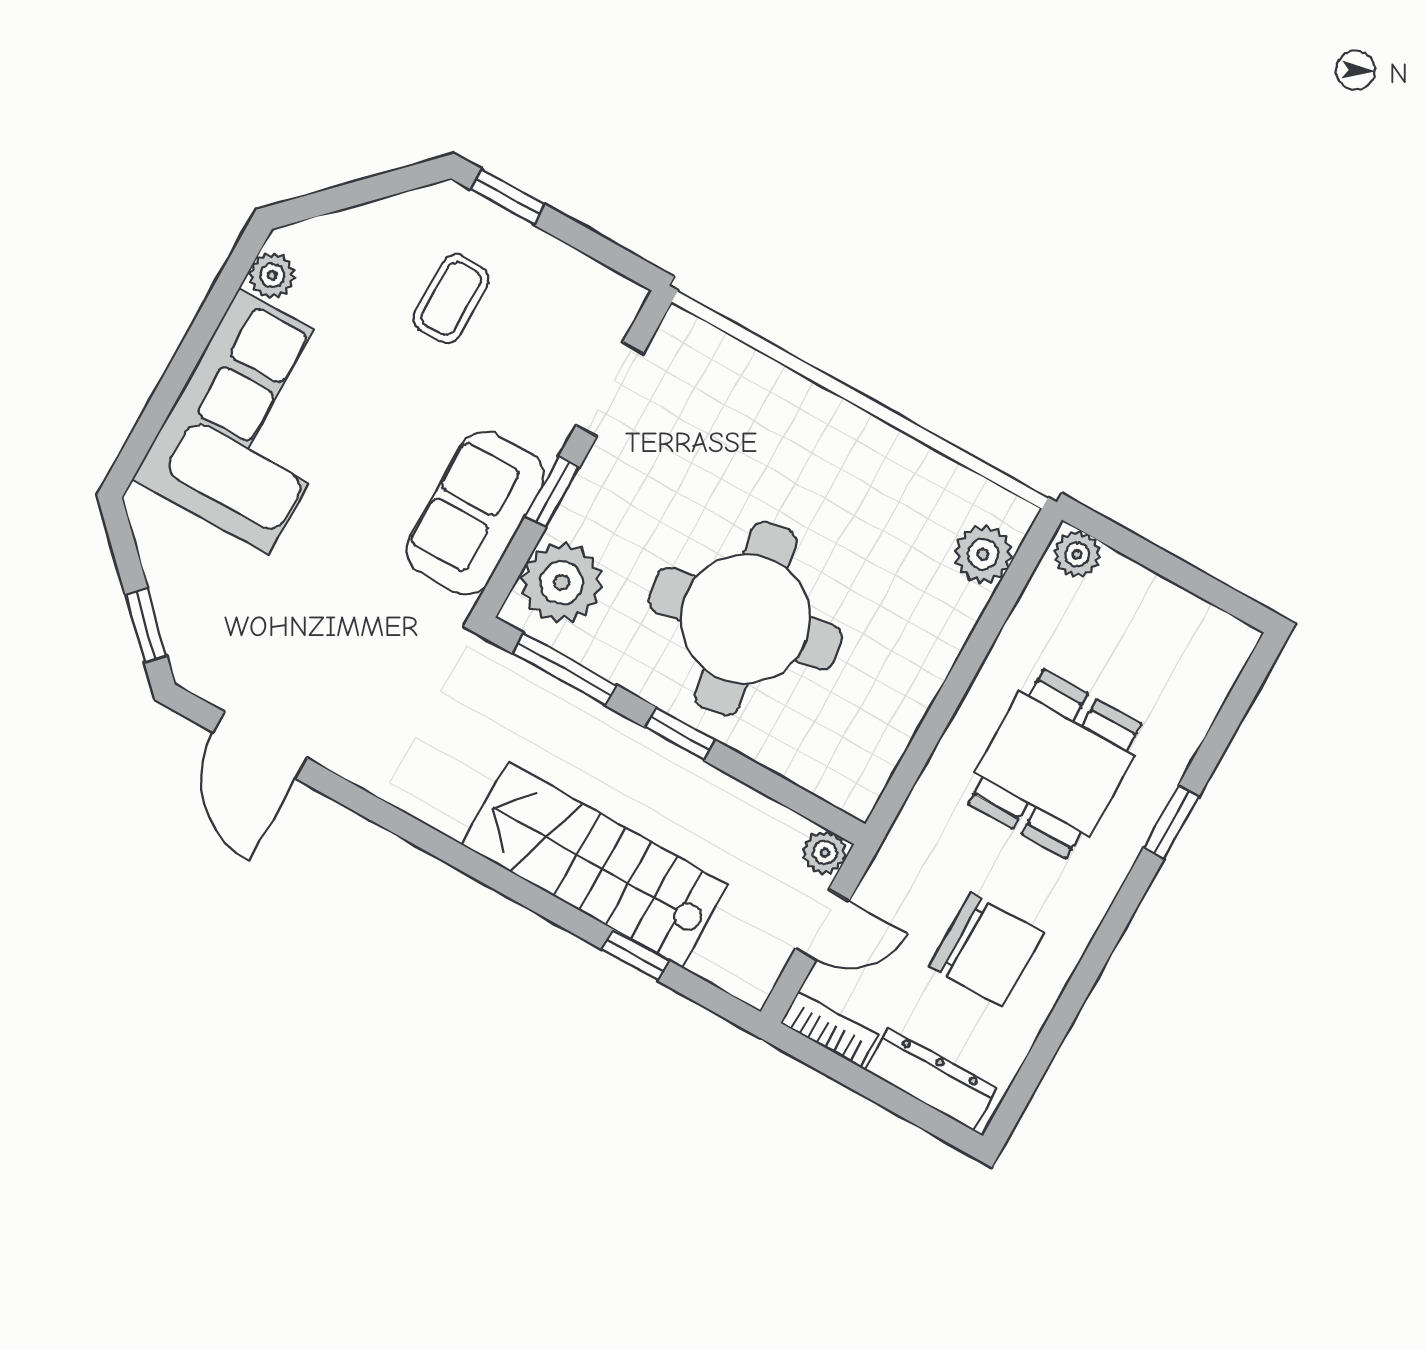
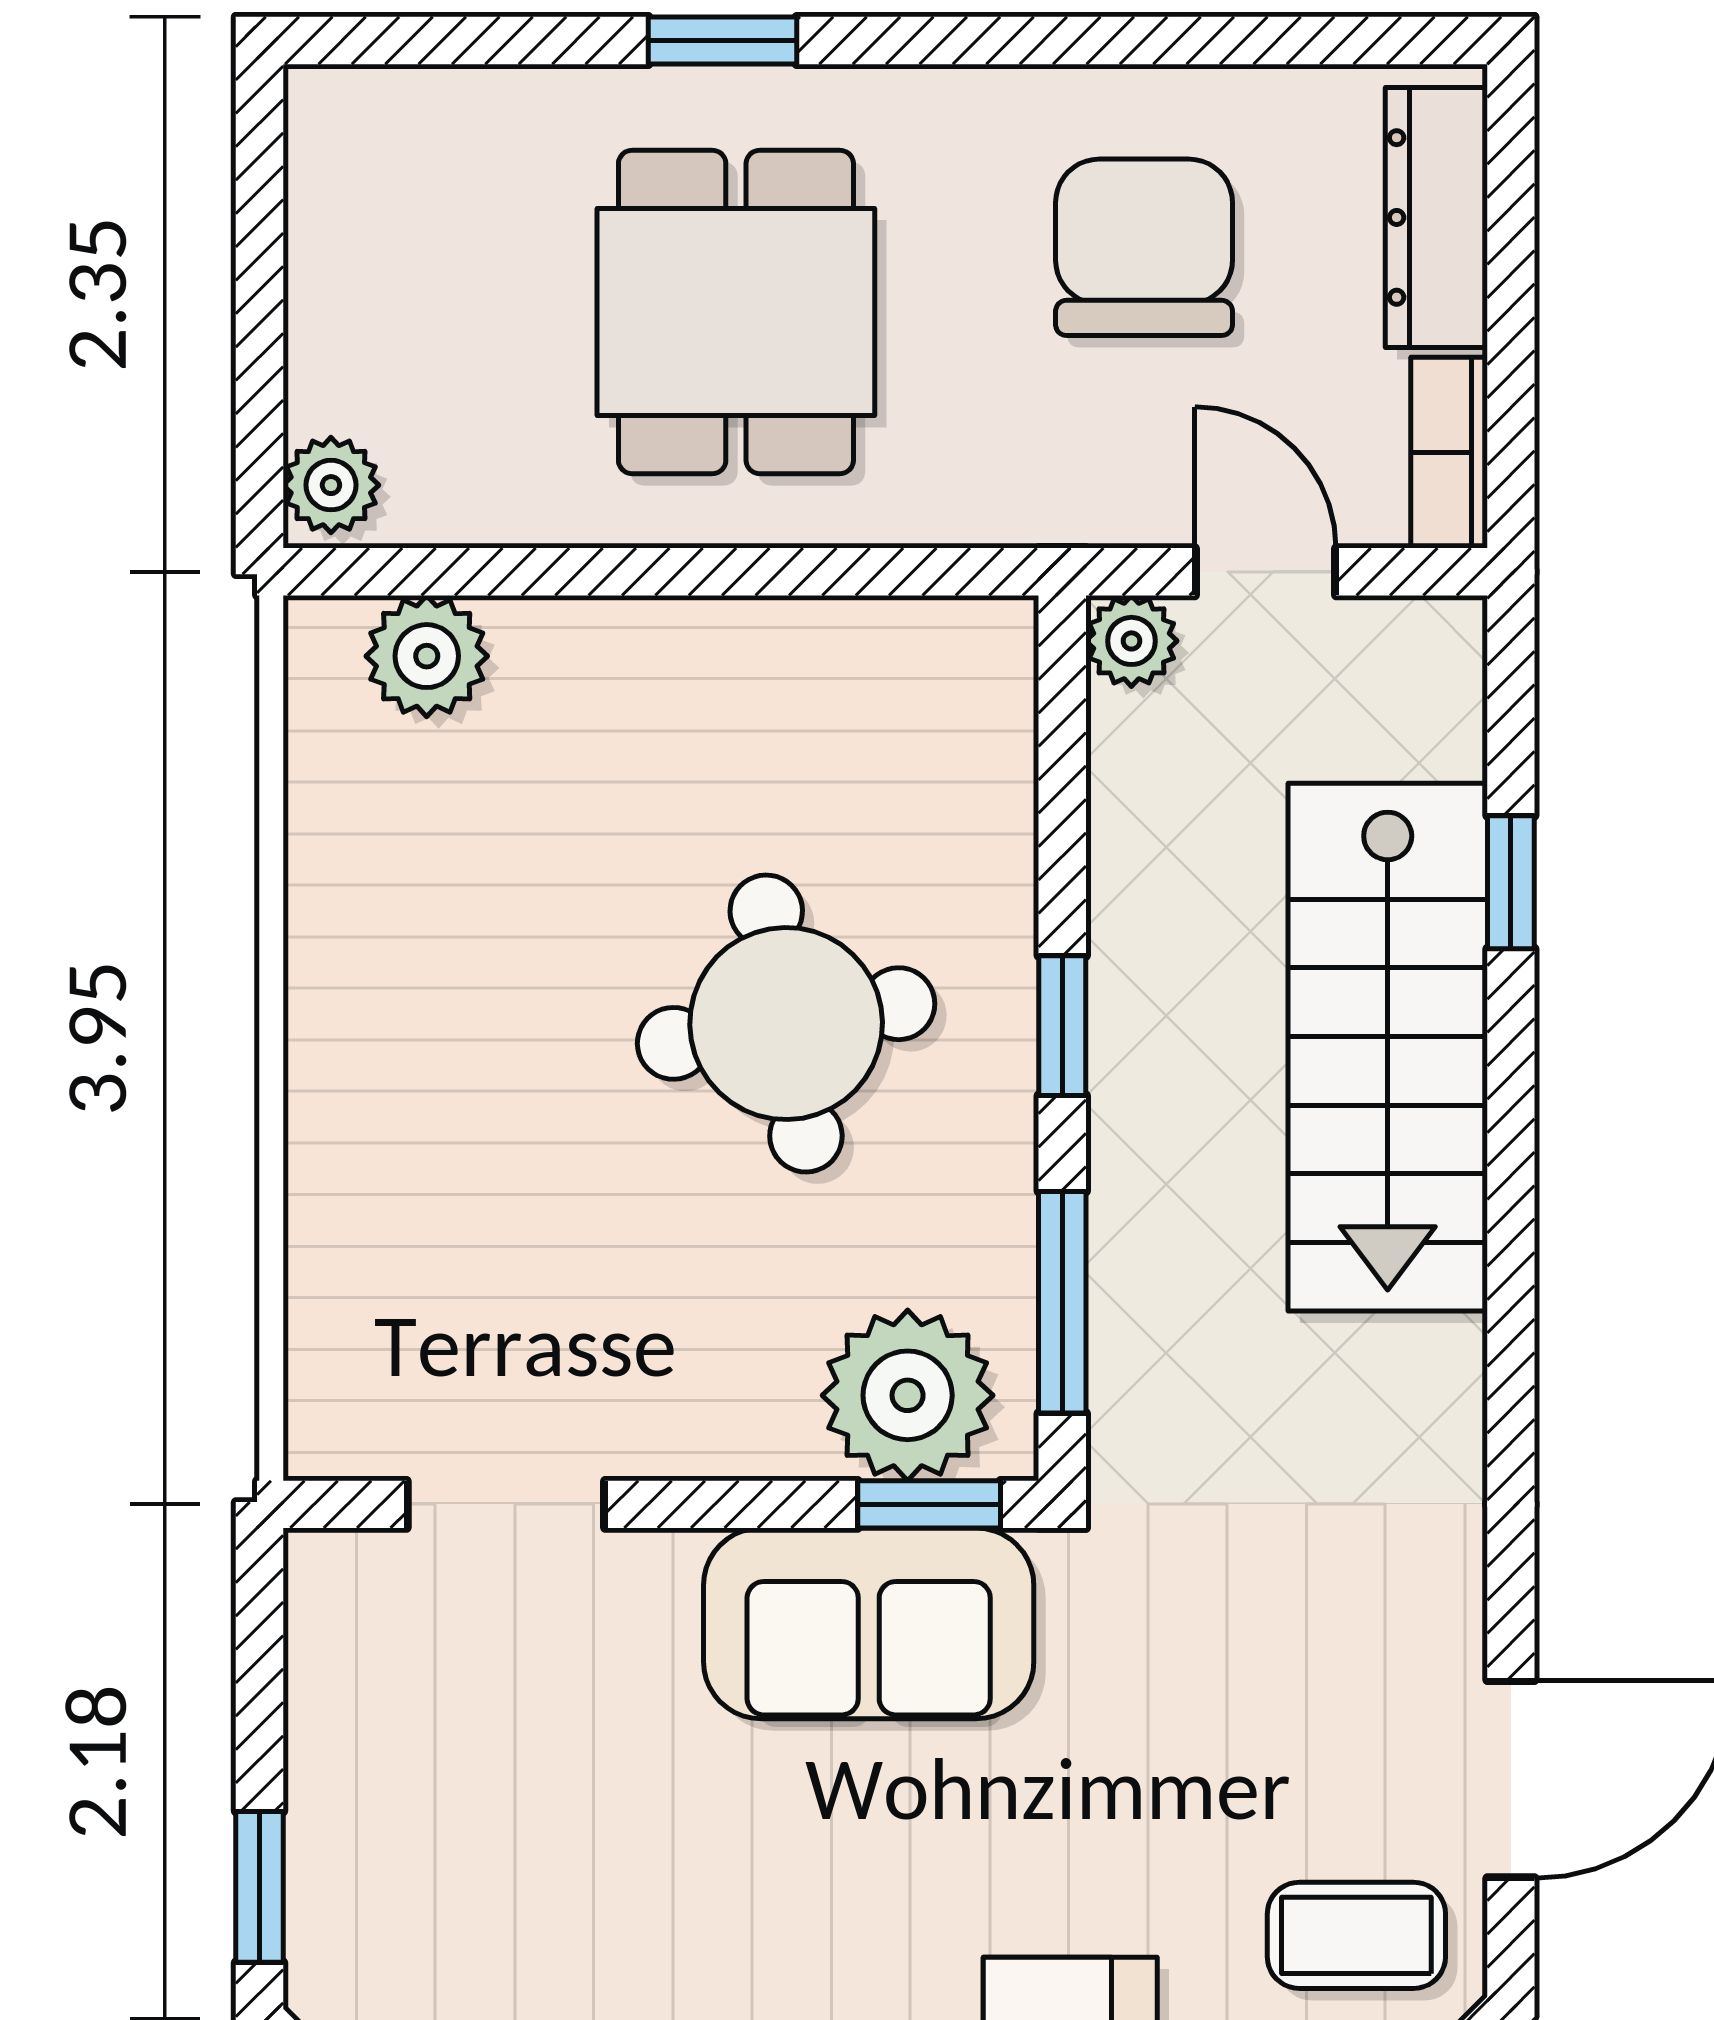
coffee table: (451, 299) -> (1356, 1935), moved
window: (552, 492) -> (929, 1504), moved
round table: (745, 619) -> (786, 1024), width x0.73, depth x0.73
dining table: (1055, 764) -> (736, 312), turned 90

